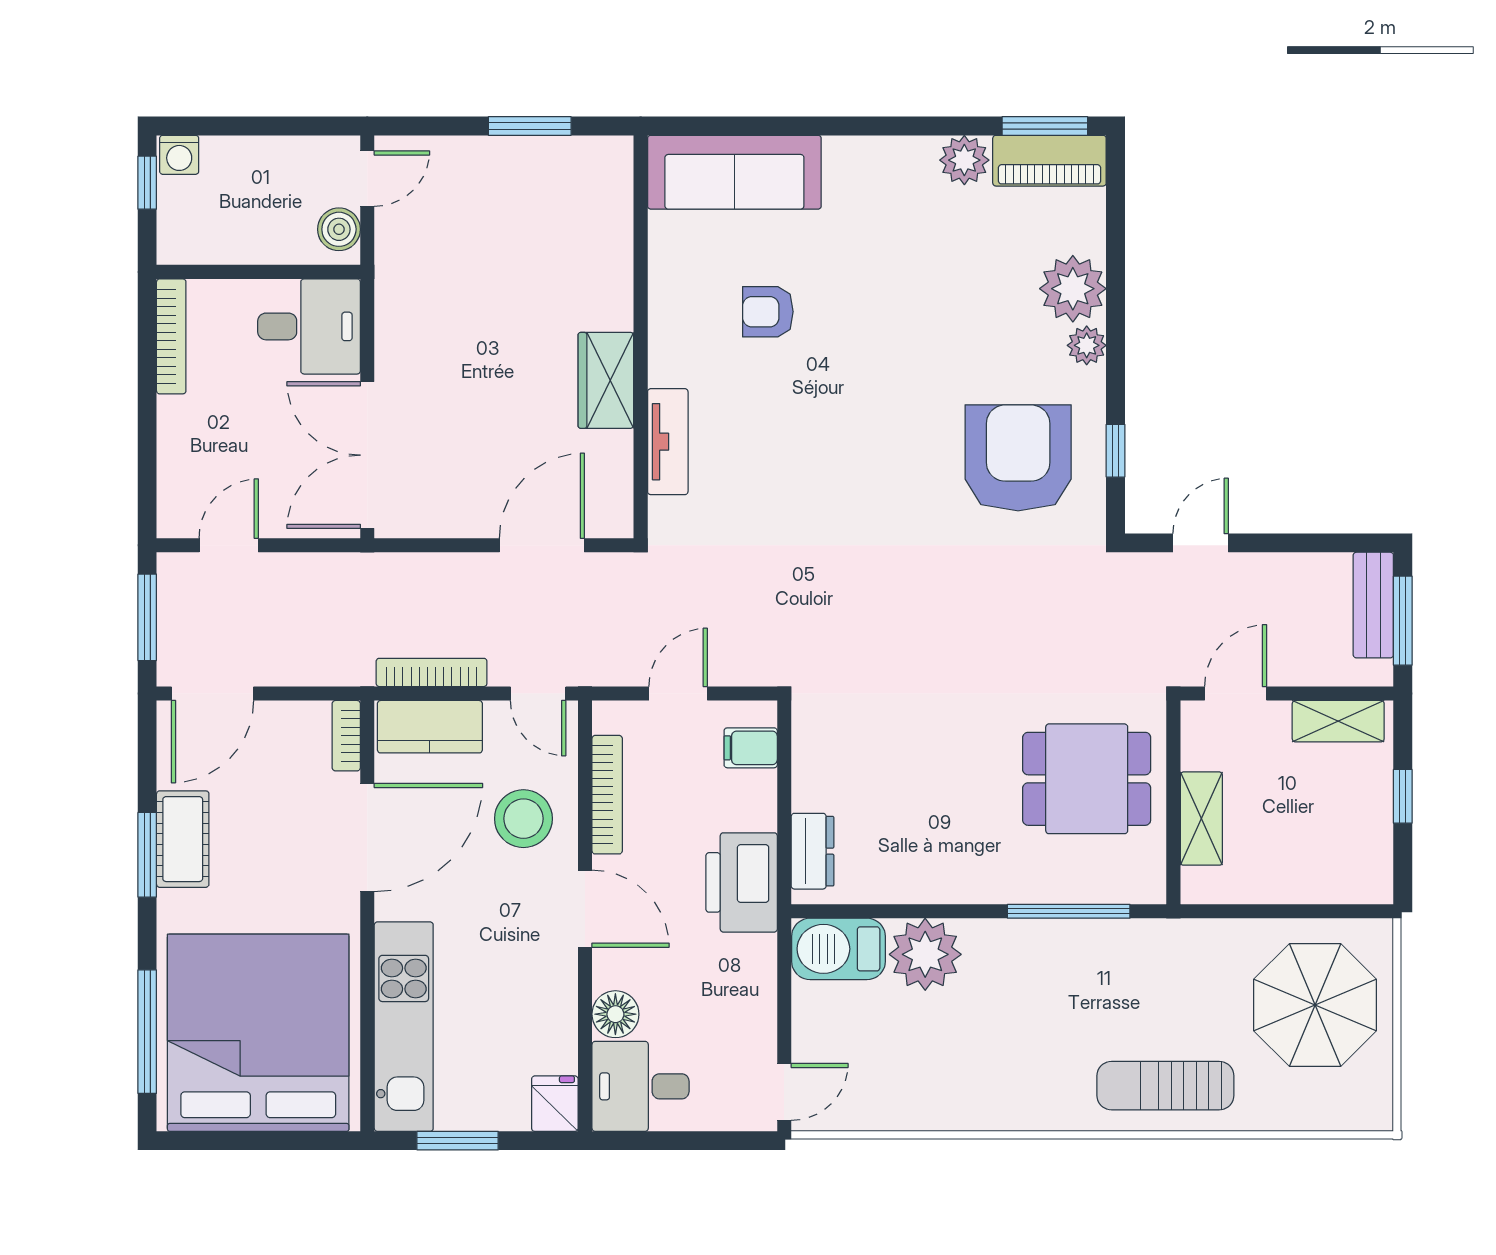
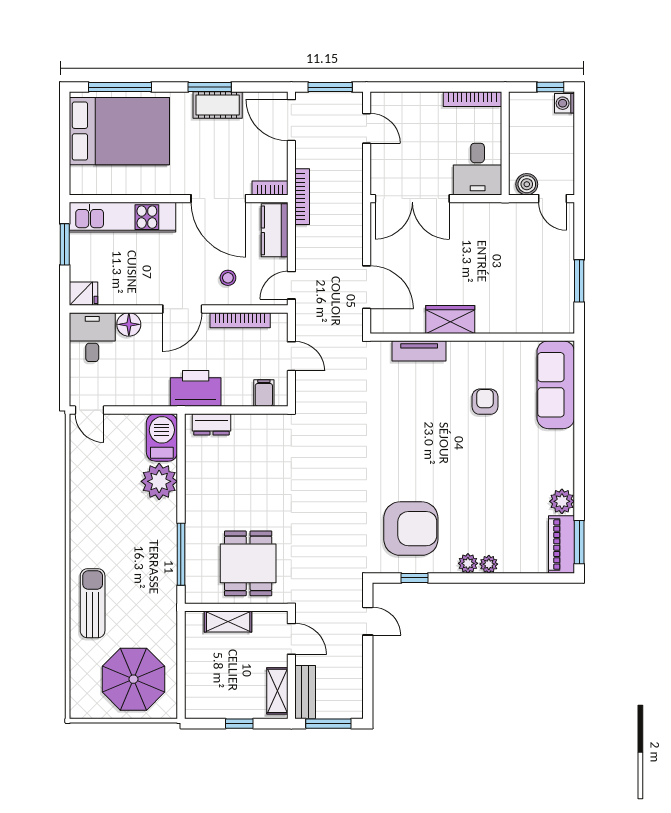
plant: (1073, 289) -> (489, 564), width x0.53, depth x0.53
double door: (367, 455) -> (412, 199), swing flipped
bench: (1373, 605) -> (305, 692), moved, turned 90
bookcase: (432, 672) -> (302, 197), moved
stool: (523, 819) -> (228, 278), width x0.53, depth x0.53
bed: (258, 1033) -> (119, 131), width x0.73

